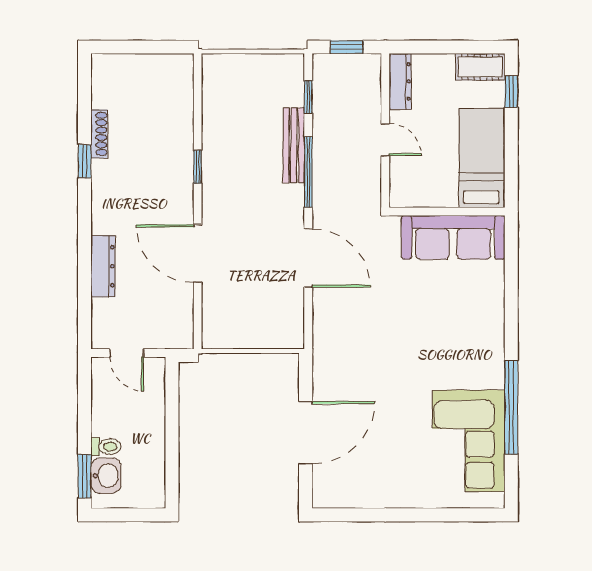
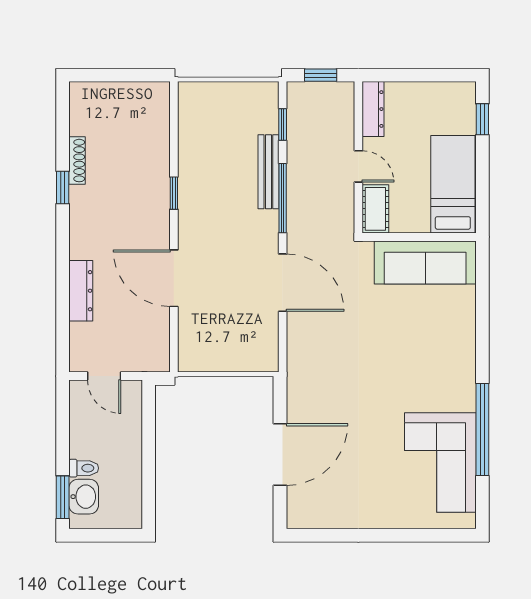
cot: (480, 67) -> (375, 209), moved, turned 90

